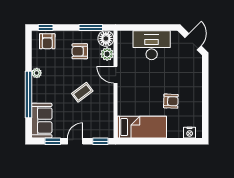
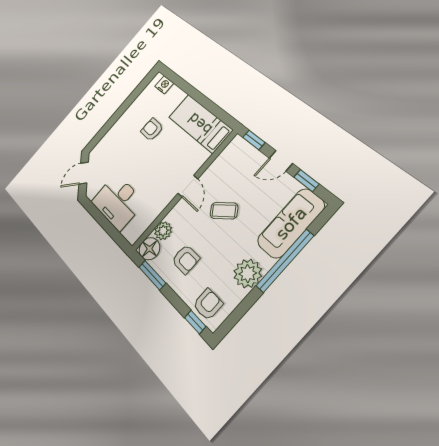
plant: (37, 73) -> (248, 273), width x1.87, depth x1.87
door: (116, 75) -> (188, 186), moved
sofa: (42, 121) -> (291, 223), width x1.36

